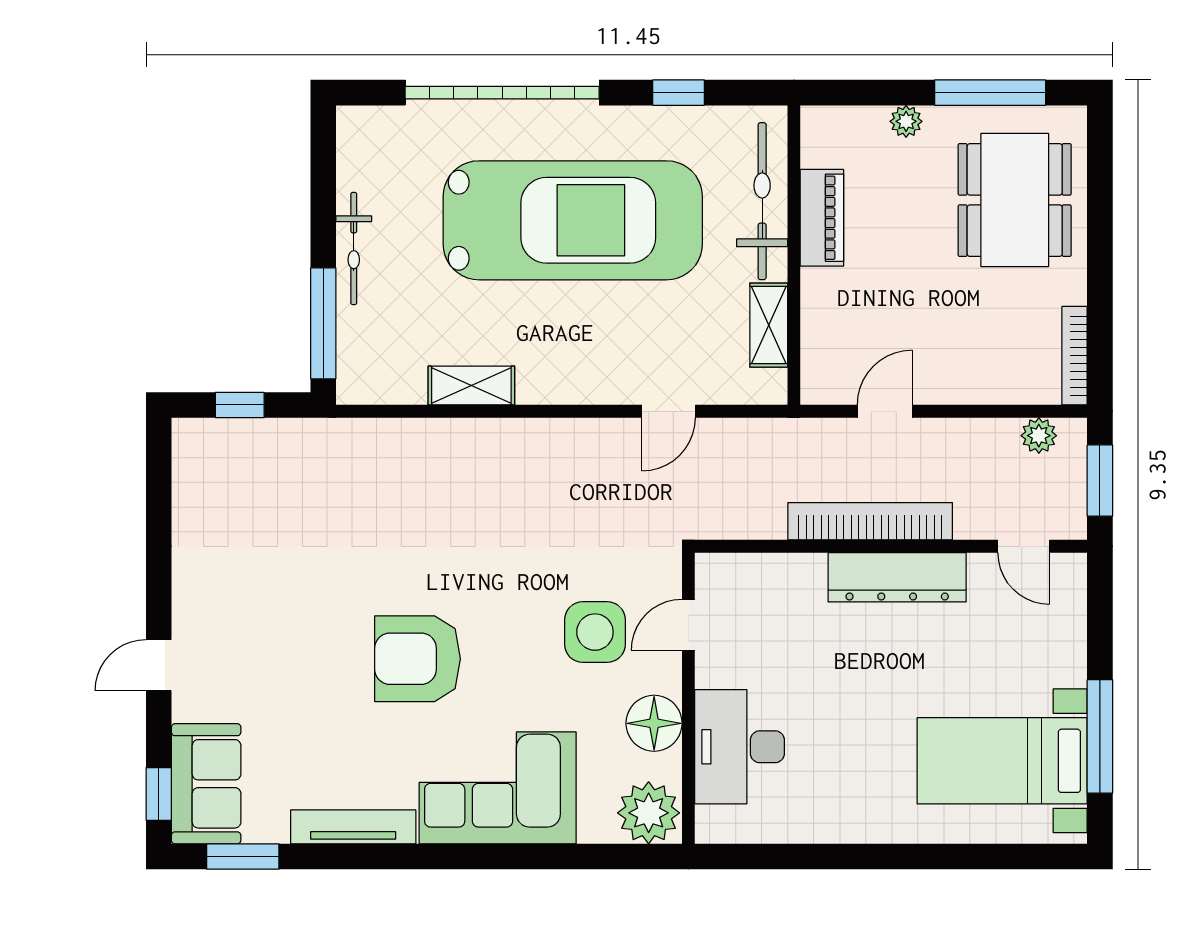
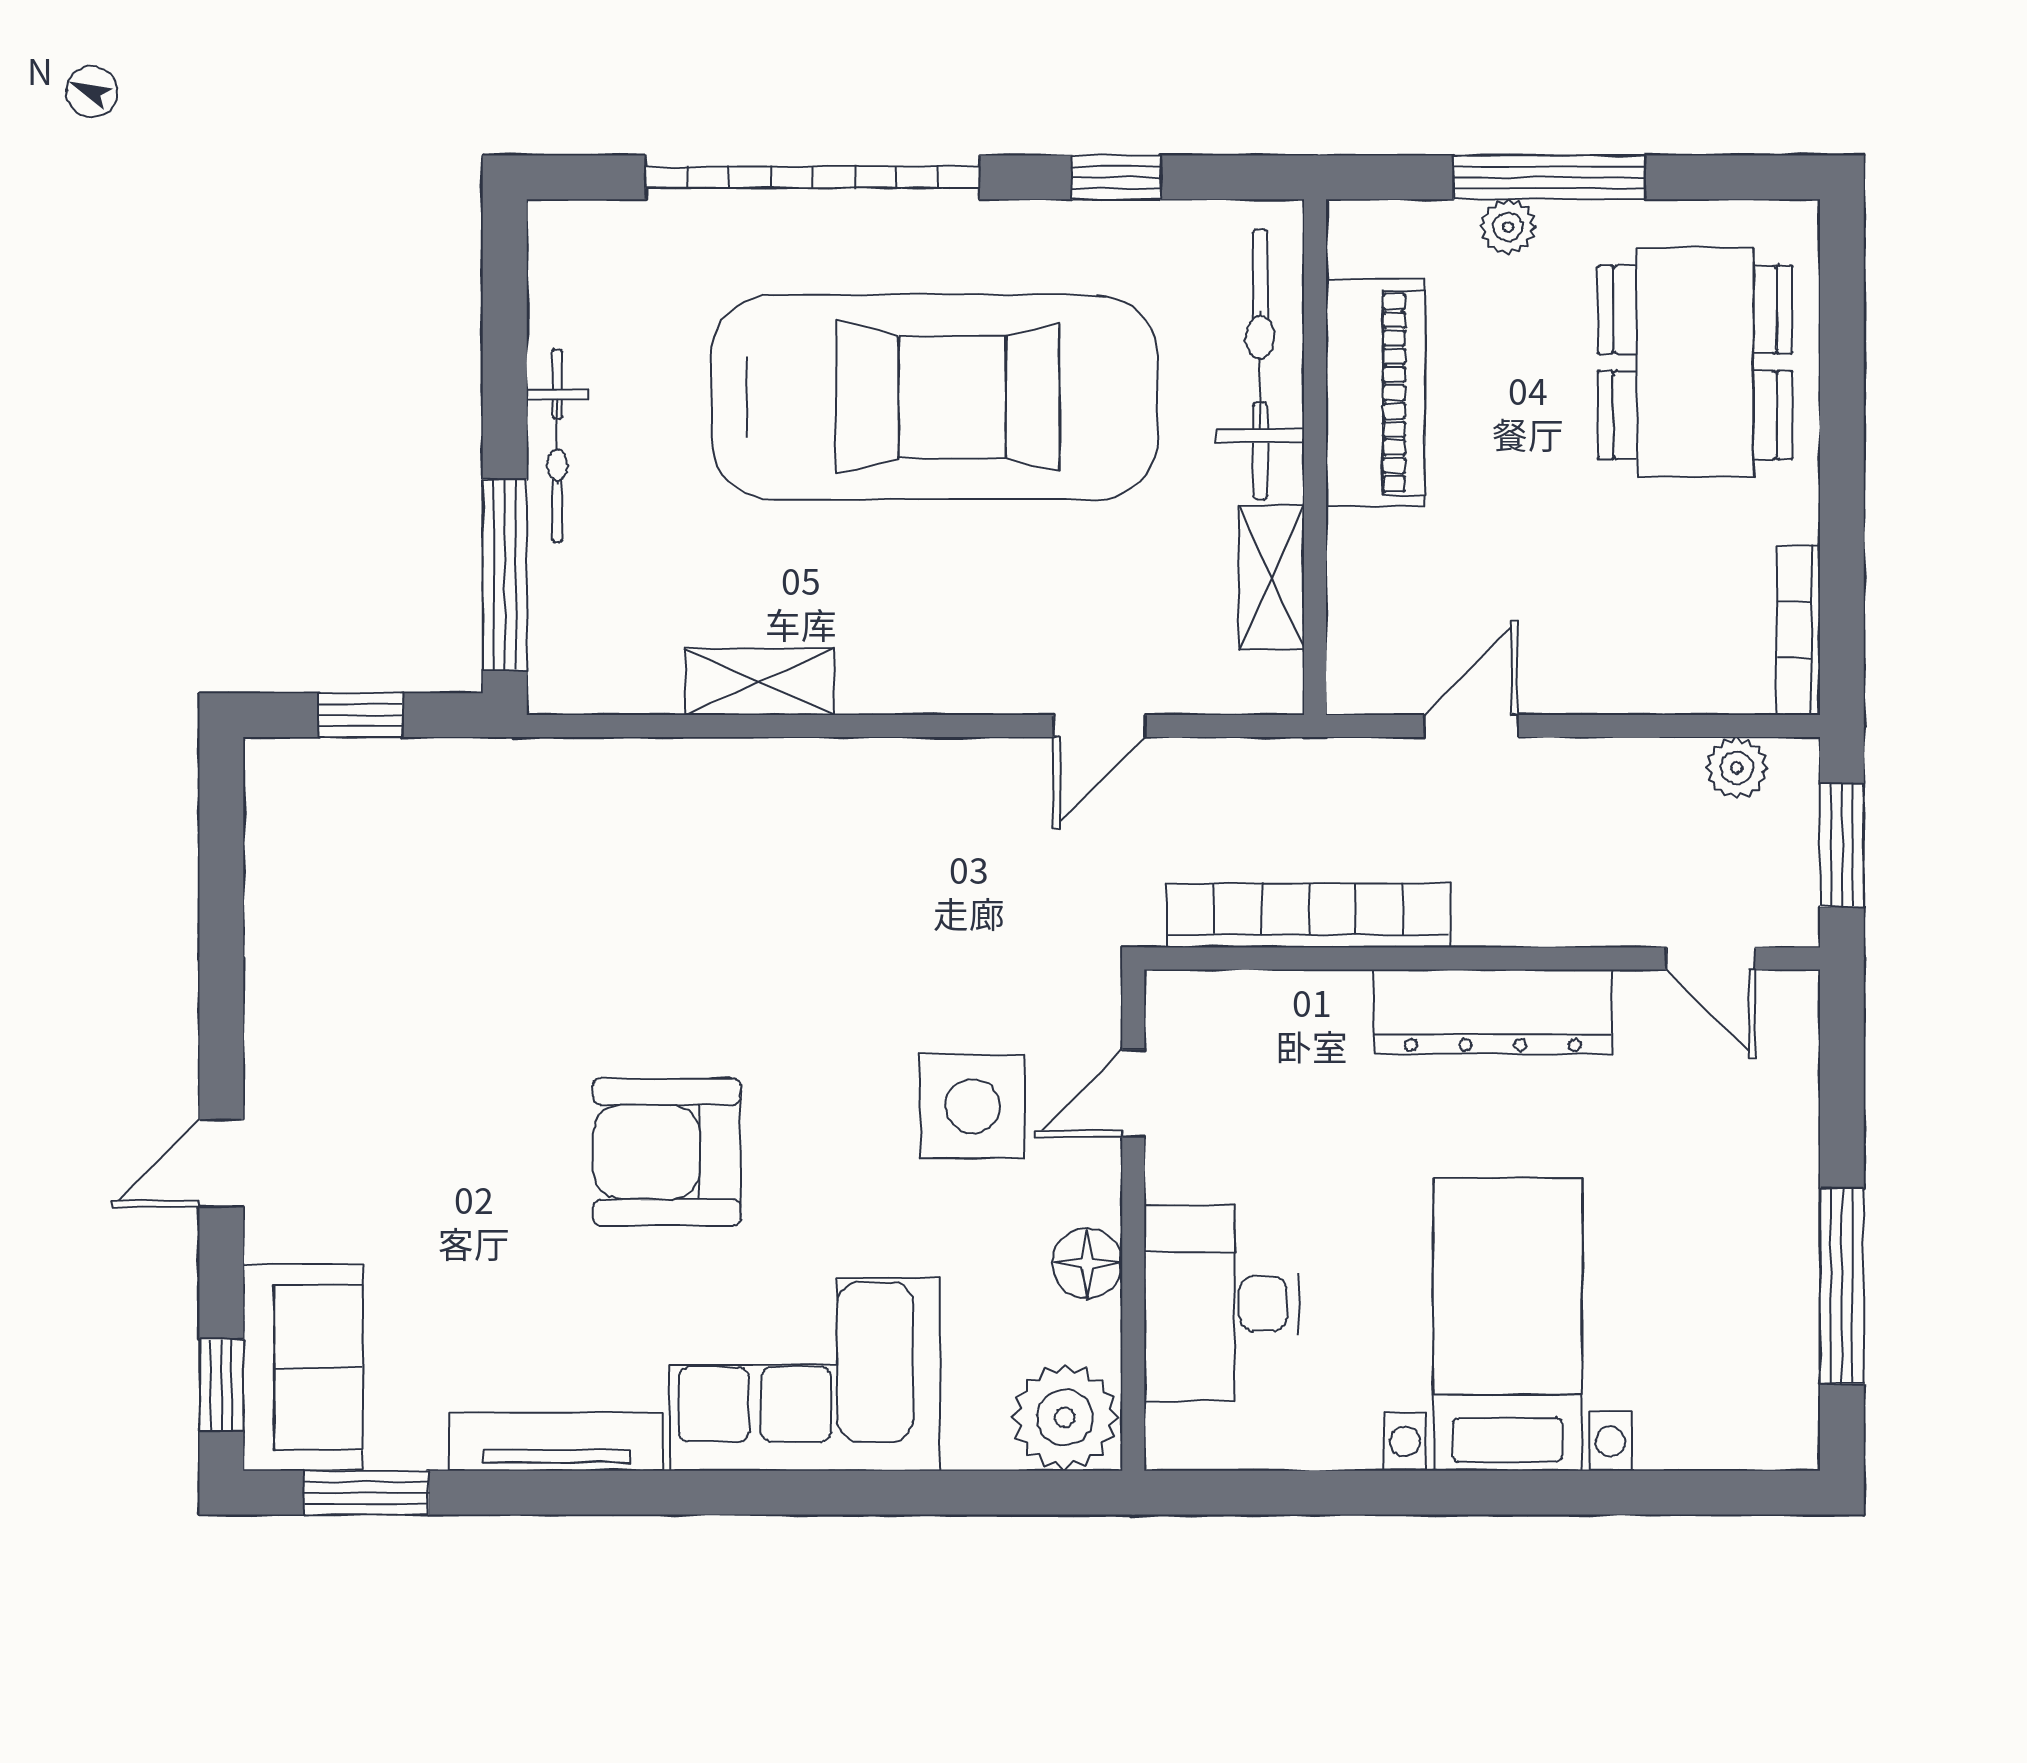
window: (990, 93) -> (1549, 177), moved
piano: (822, 218) -> (1375, 393), width x1.37, depth x1.33
bookcase: (870, 521) -> (1309, 915), moved
floor lamp: (654, 723) -> (1087, 1263), width x0.73, depth x0.73
bed with nightstands: (1002, 761) -> (1508, 1324), moved, turned 90

